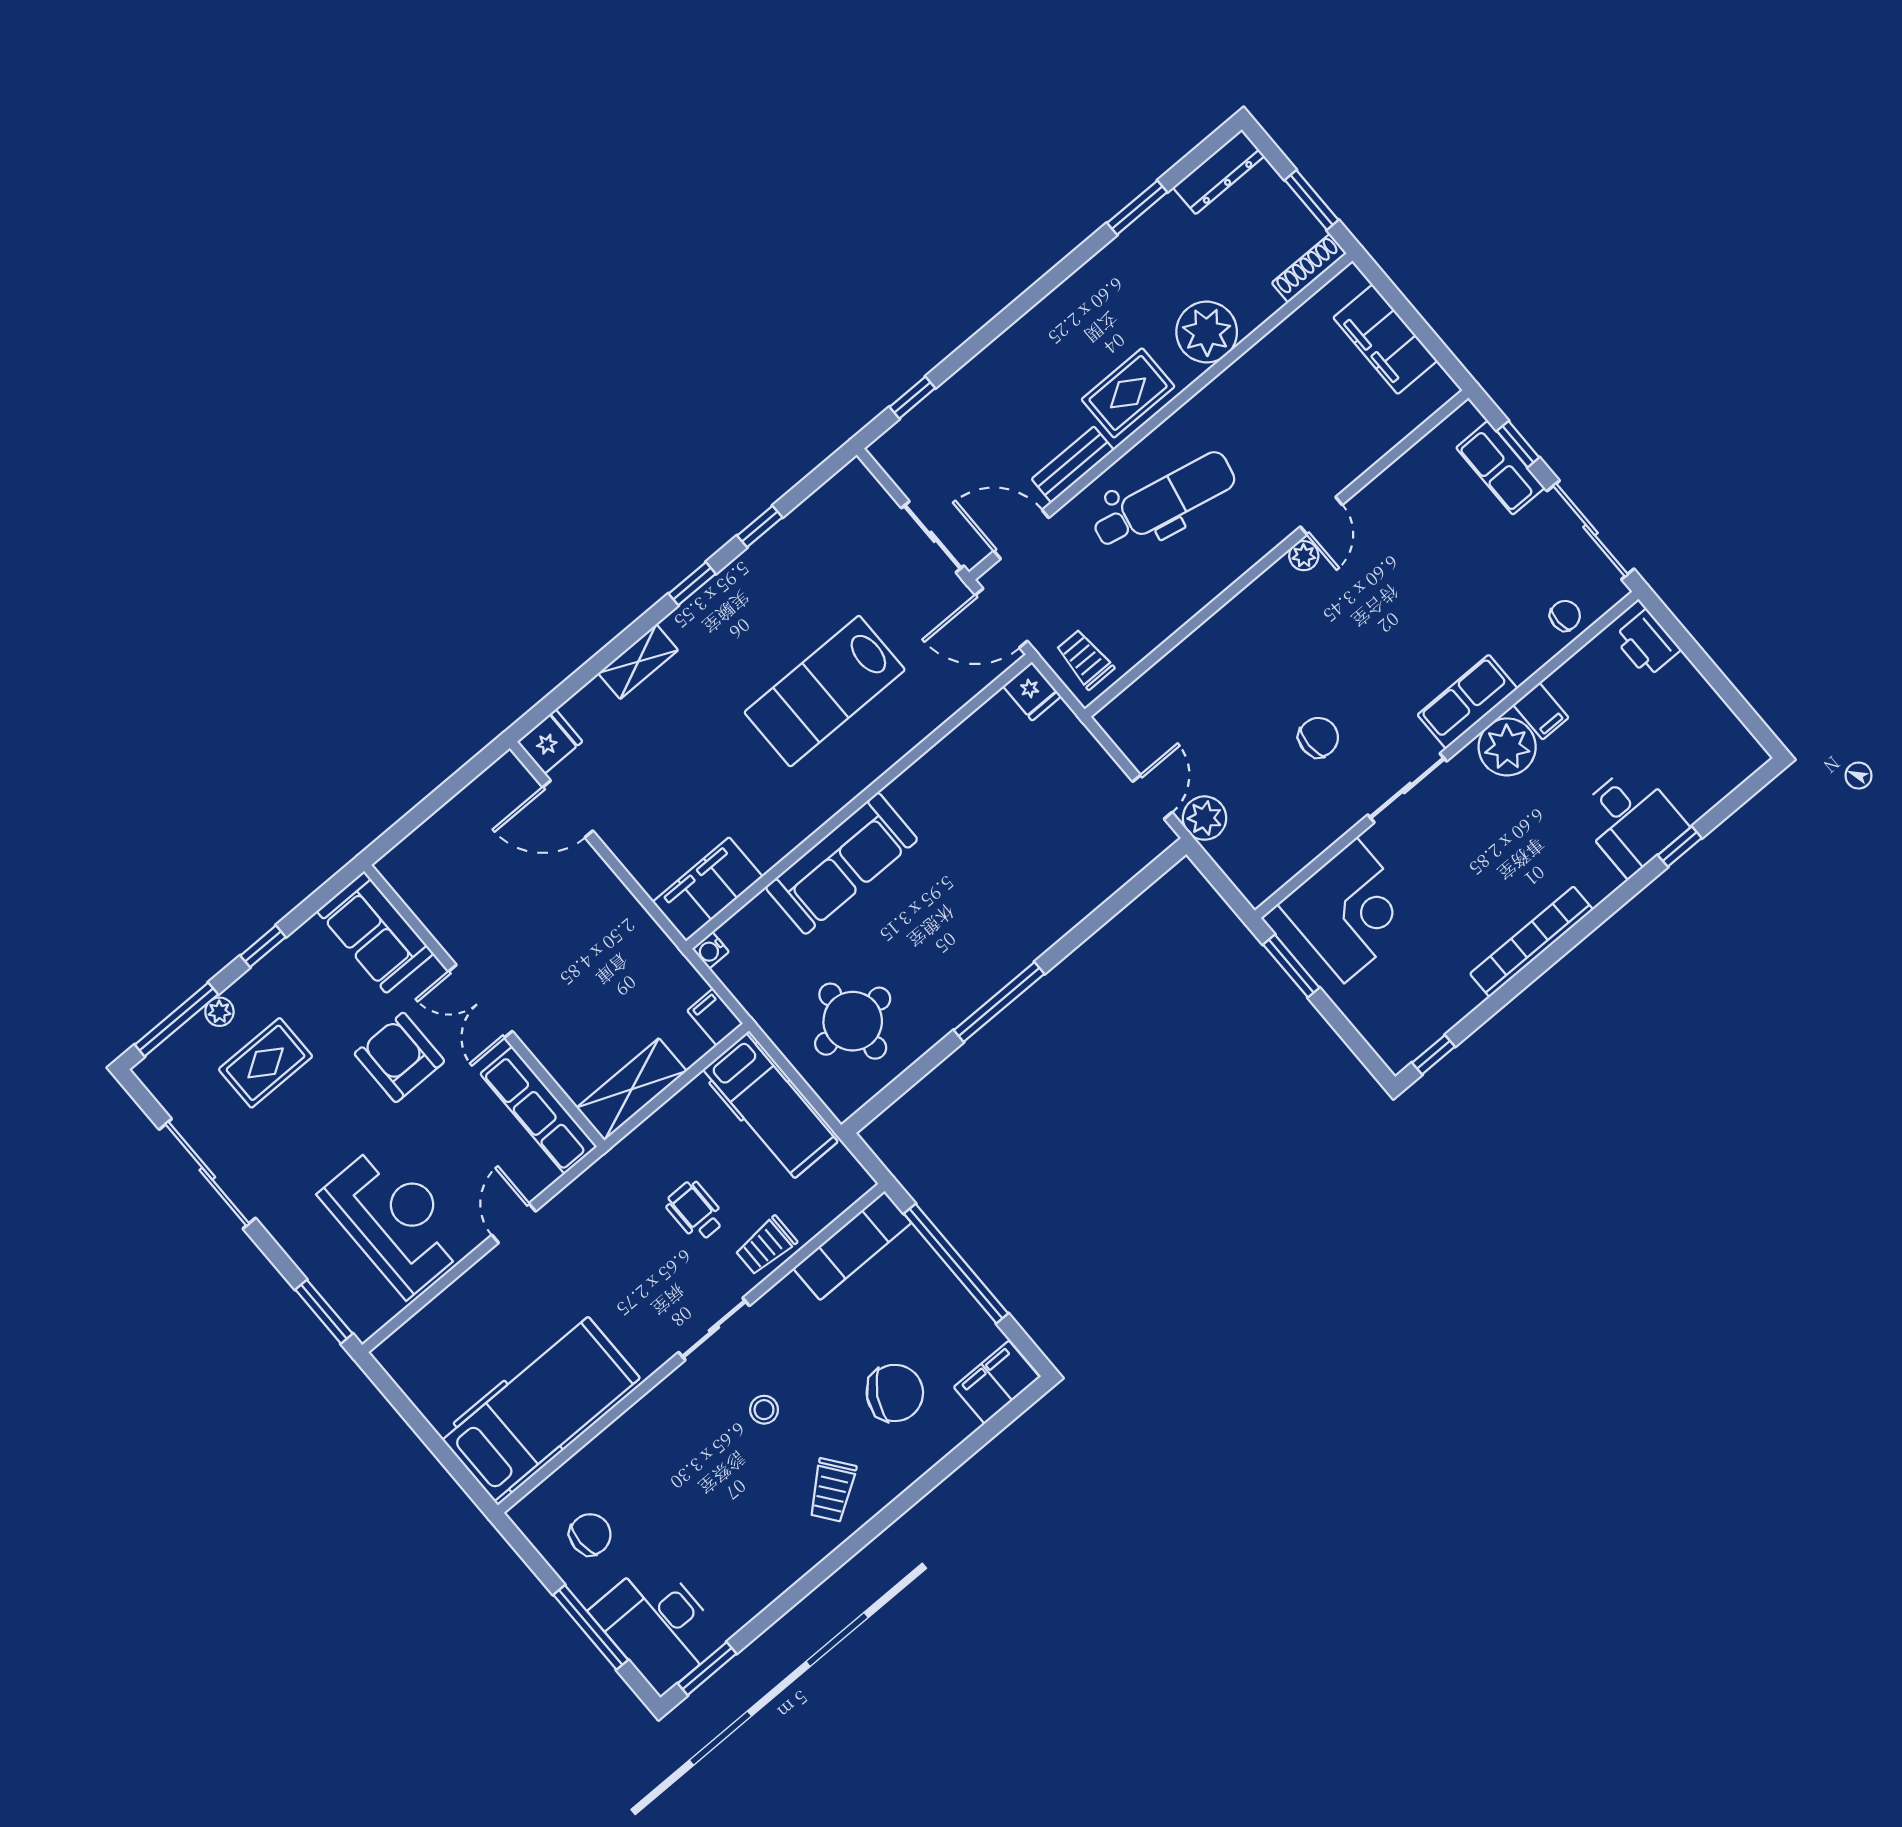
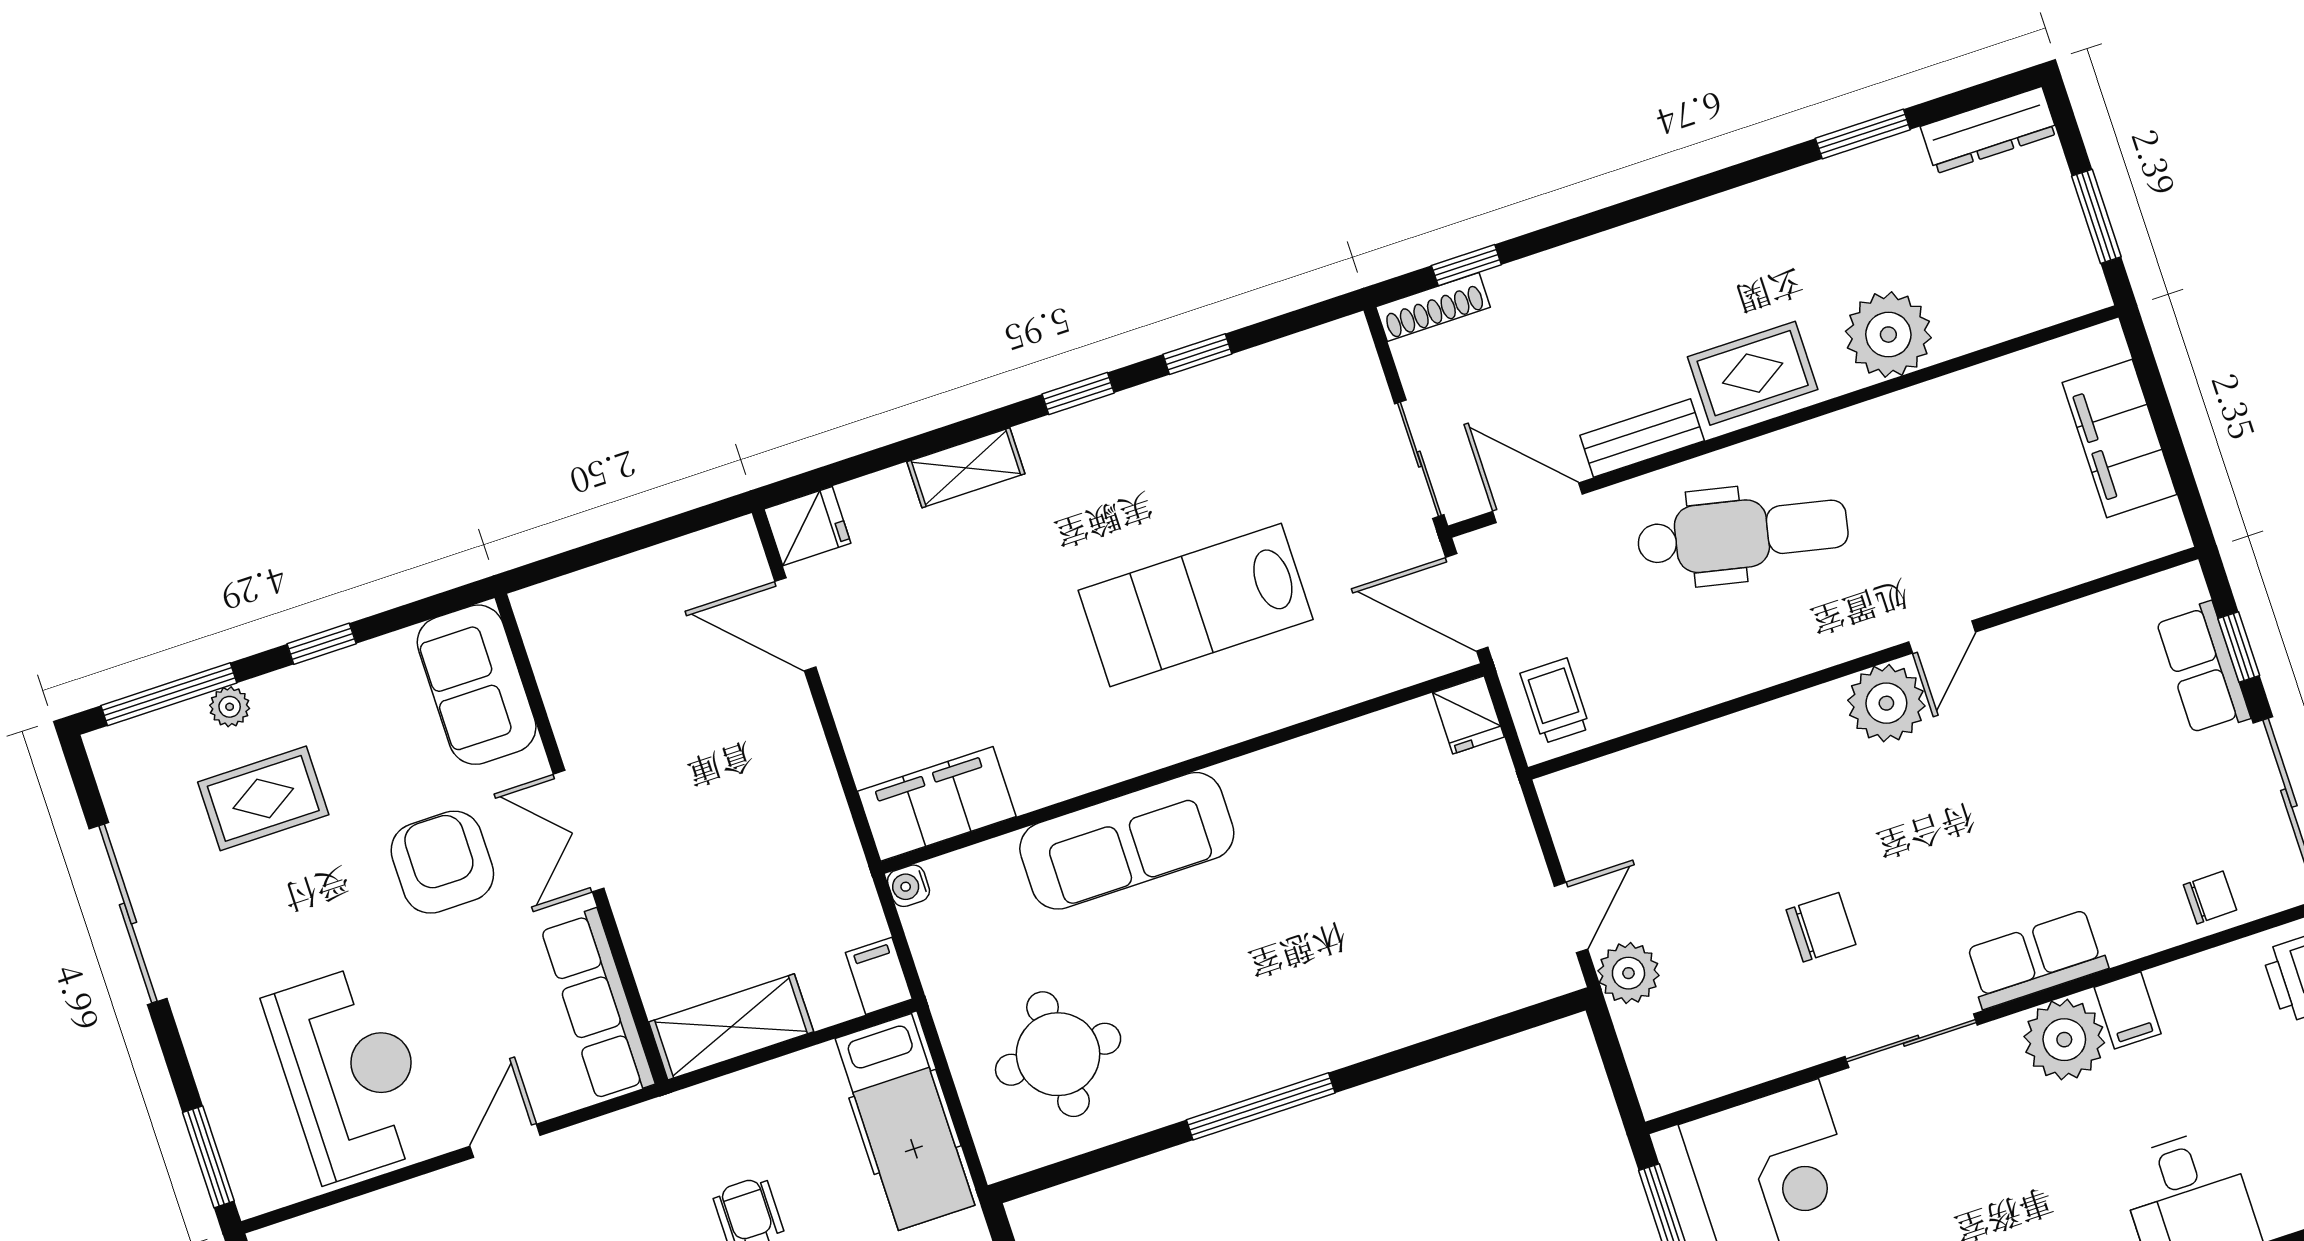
shoe rack: (1309, 268) -> (1433, 307), moved, turned 180
plant: (1304, 556) -> (1886, 703), width x1.87, depth x1.87

